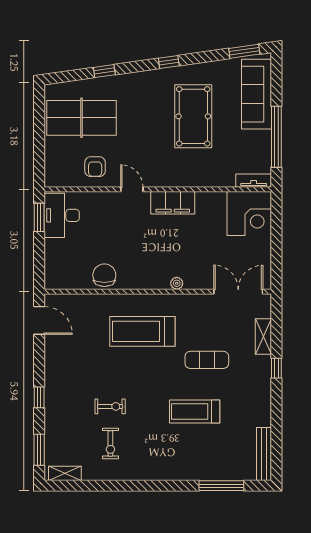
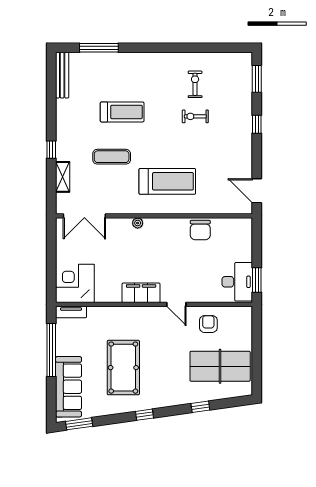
shelving: (65, 473) -> (235, 58), removed

